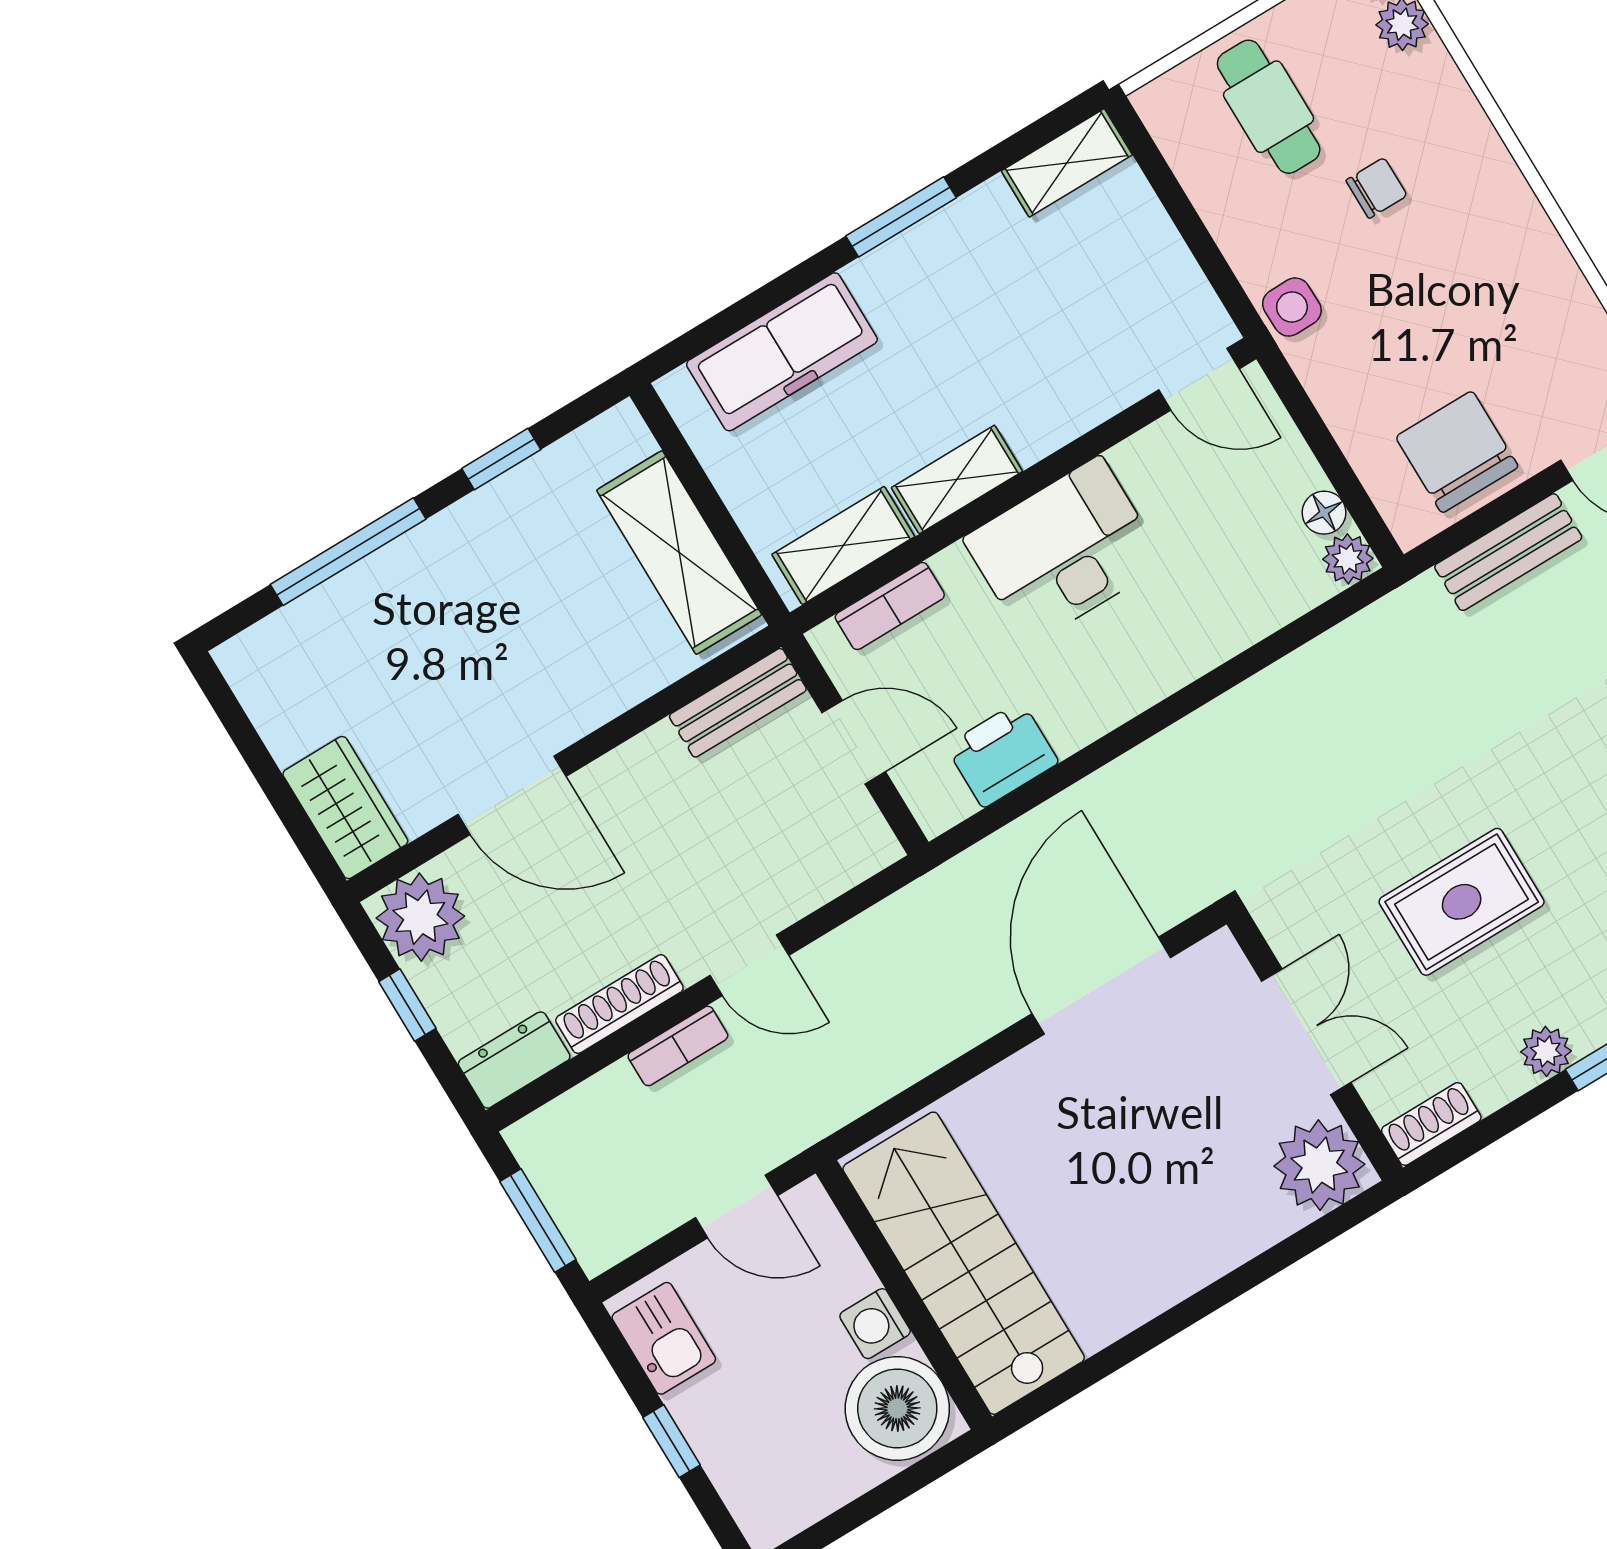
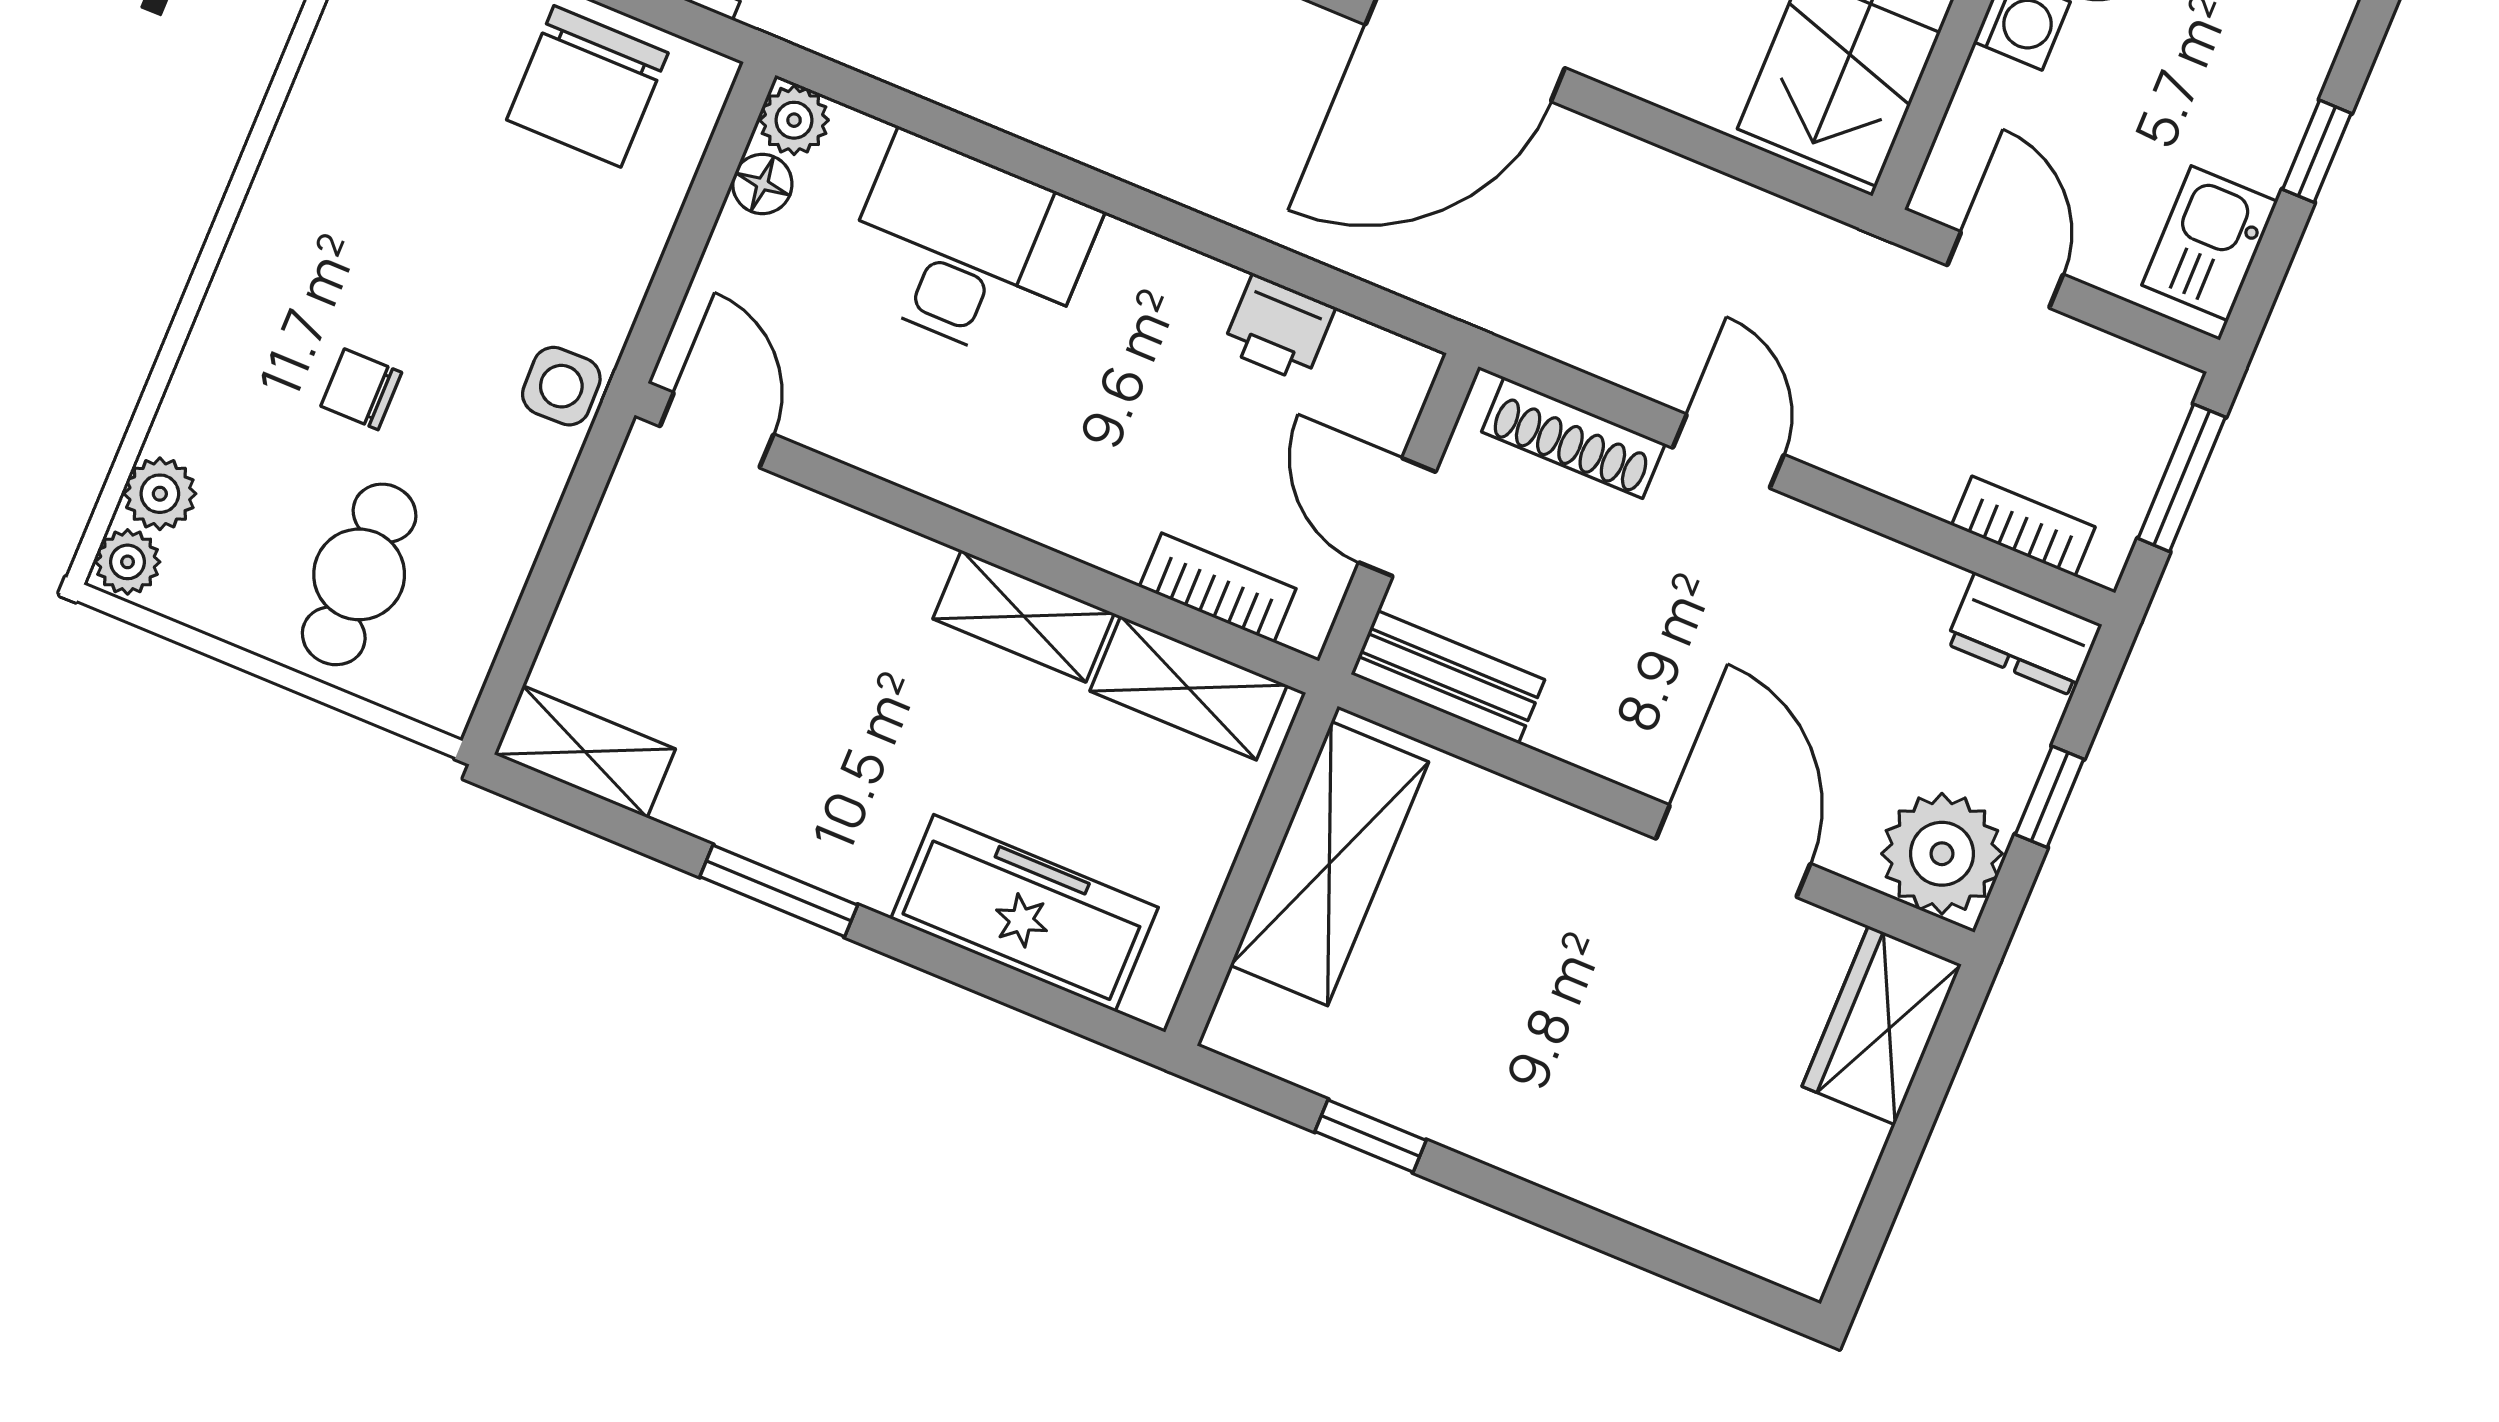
desk: (1064, 551) -> (968, 250), moved, turned 180
window: (348, 552) -> (1597, 1230), removed
printer: (1002, 754) -> (1279, 328), width x0.73, depth x0.81
shoe rack: (619, 1004) -> (1573, 438), moved
bookcase: (678, 1046) -> (2023, 526), moved

